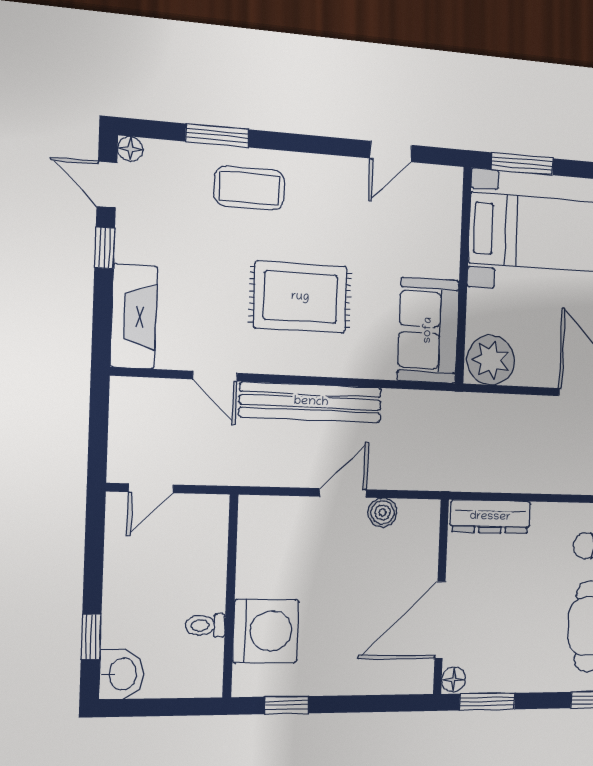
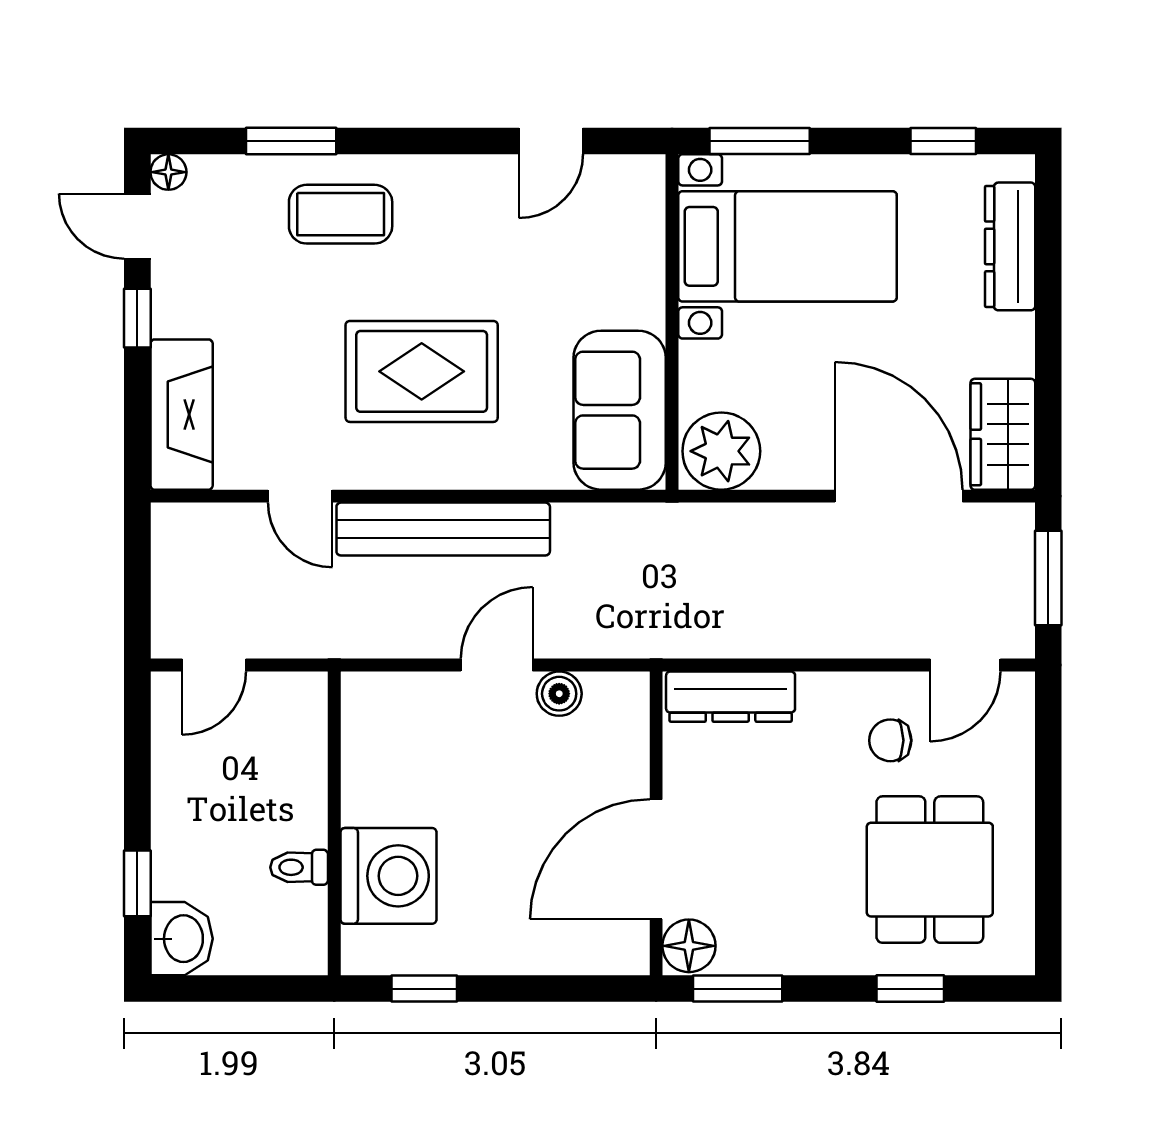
floor lamp: (454, 680) -> (689, 946), width x1.37, depth x1.37

